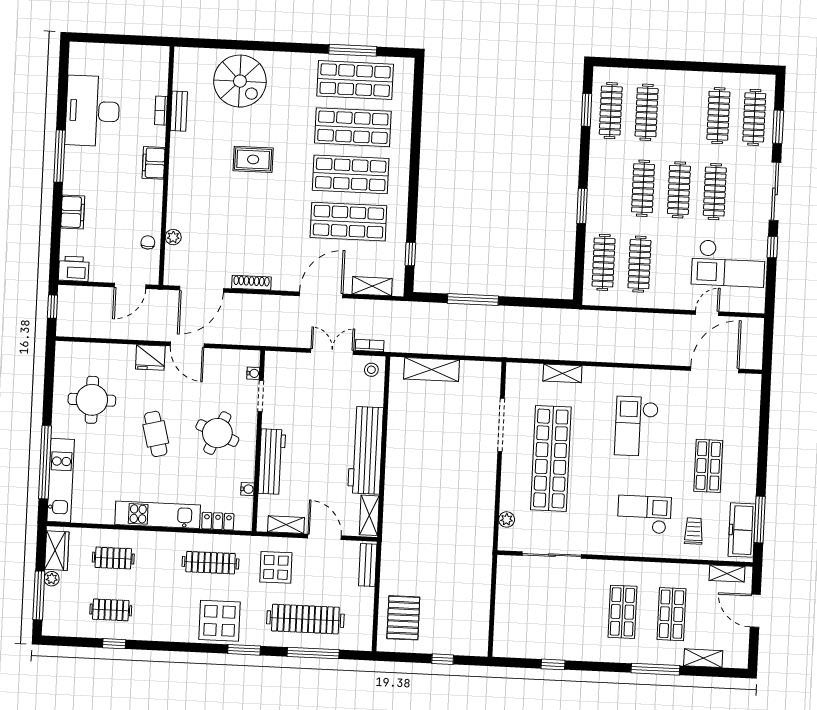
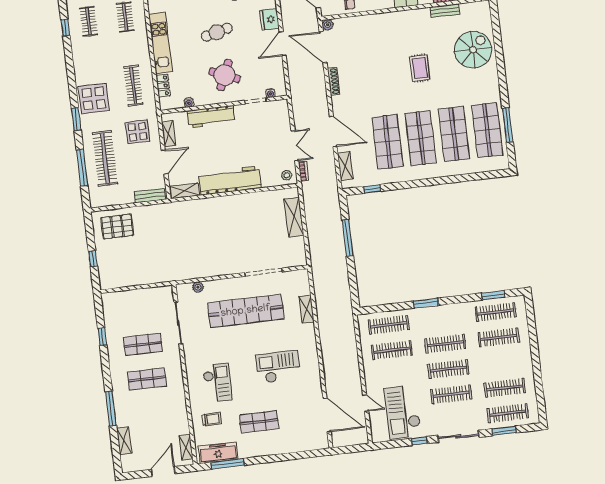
spiral stairs: (240, 81) -> (473, 50), turned 180
plant: (173, 237) -> (328, 25), moved
shop shelf: (672, 614) -> (143, 344), moved

